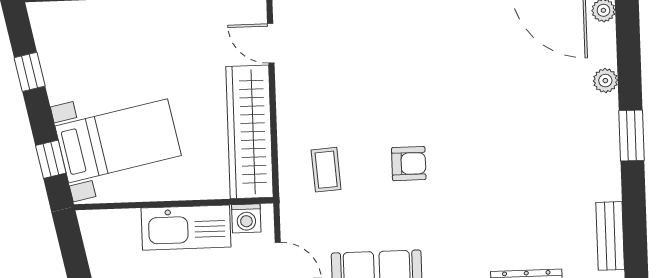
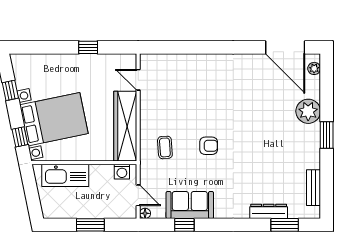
plant: (605, 81) -> (308, 111), width x1.88, depth x1.88
bed with nightstands: (118, 141) -> (54, 119), width x1.36
kitchen sink: (186, 228) -> (65, 175), moved

